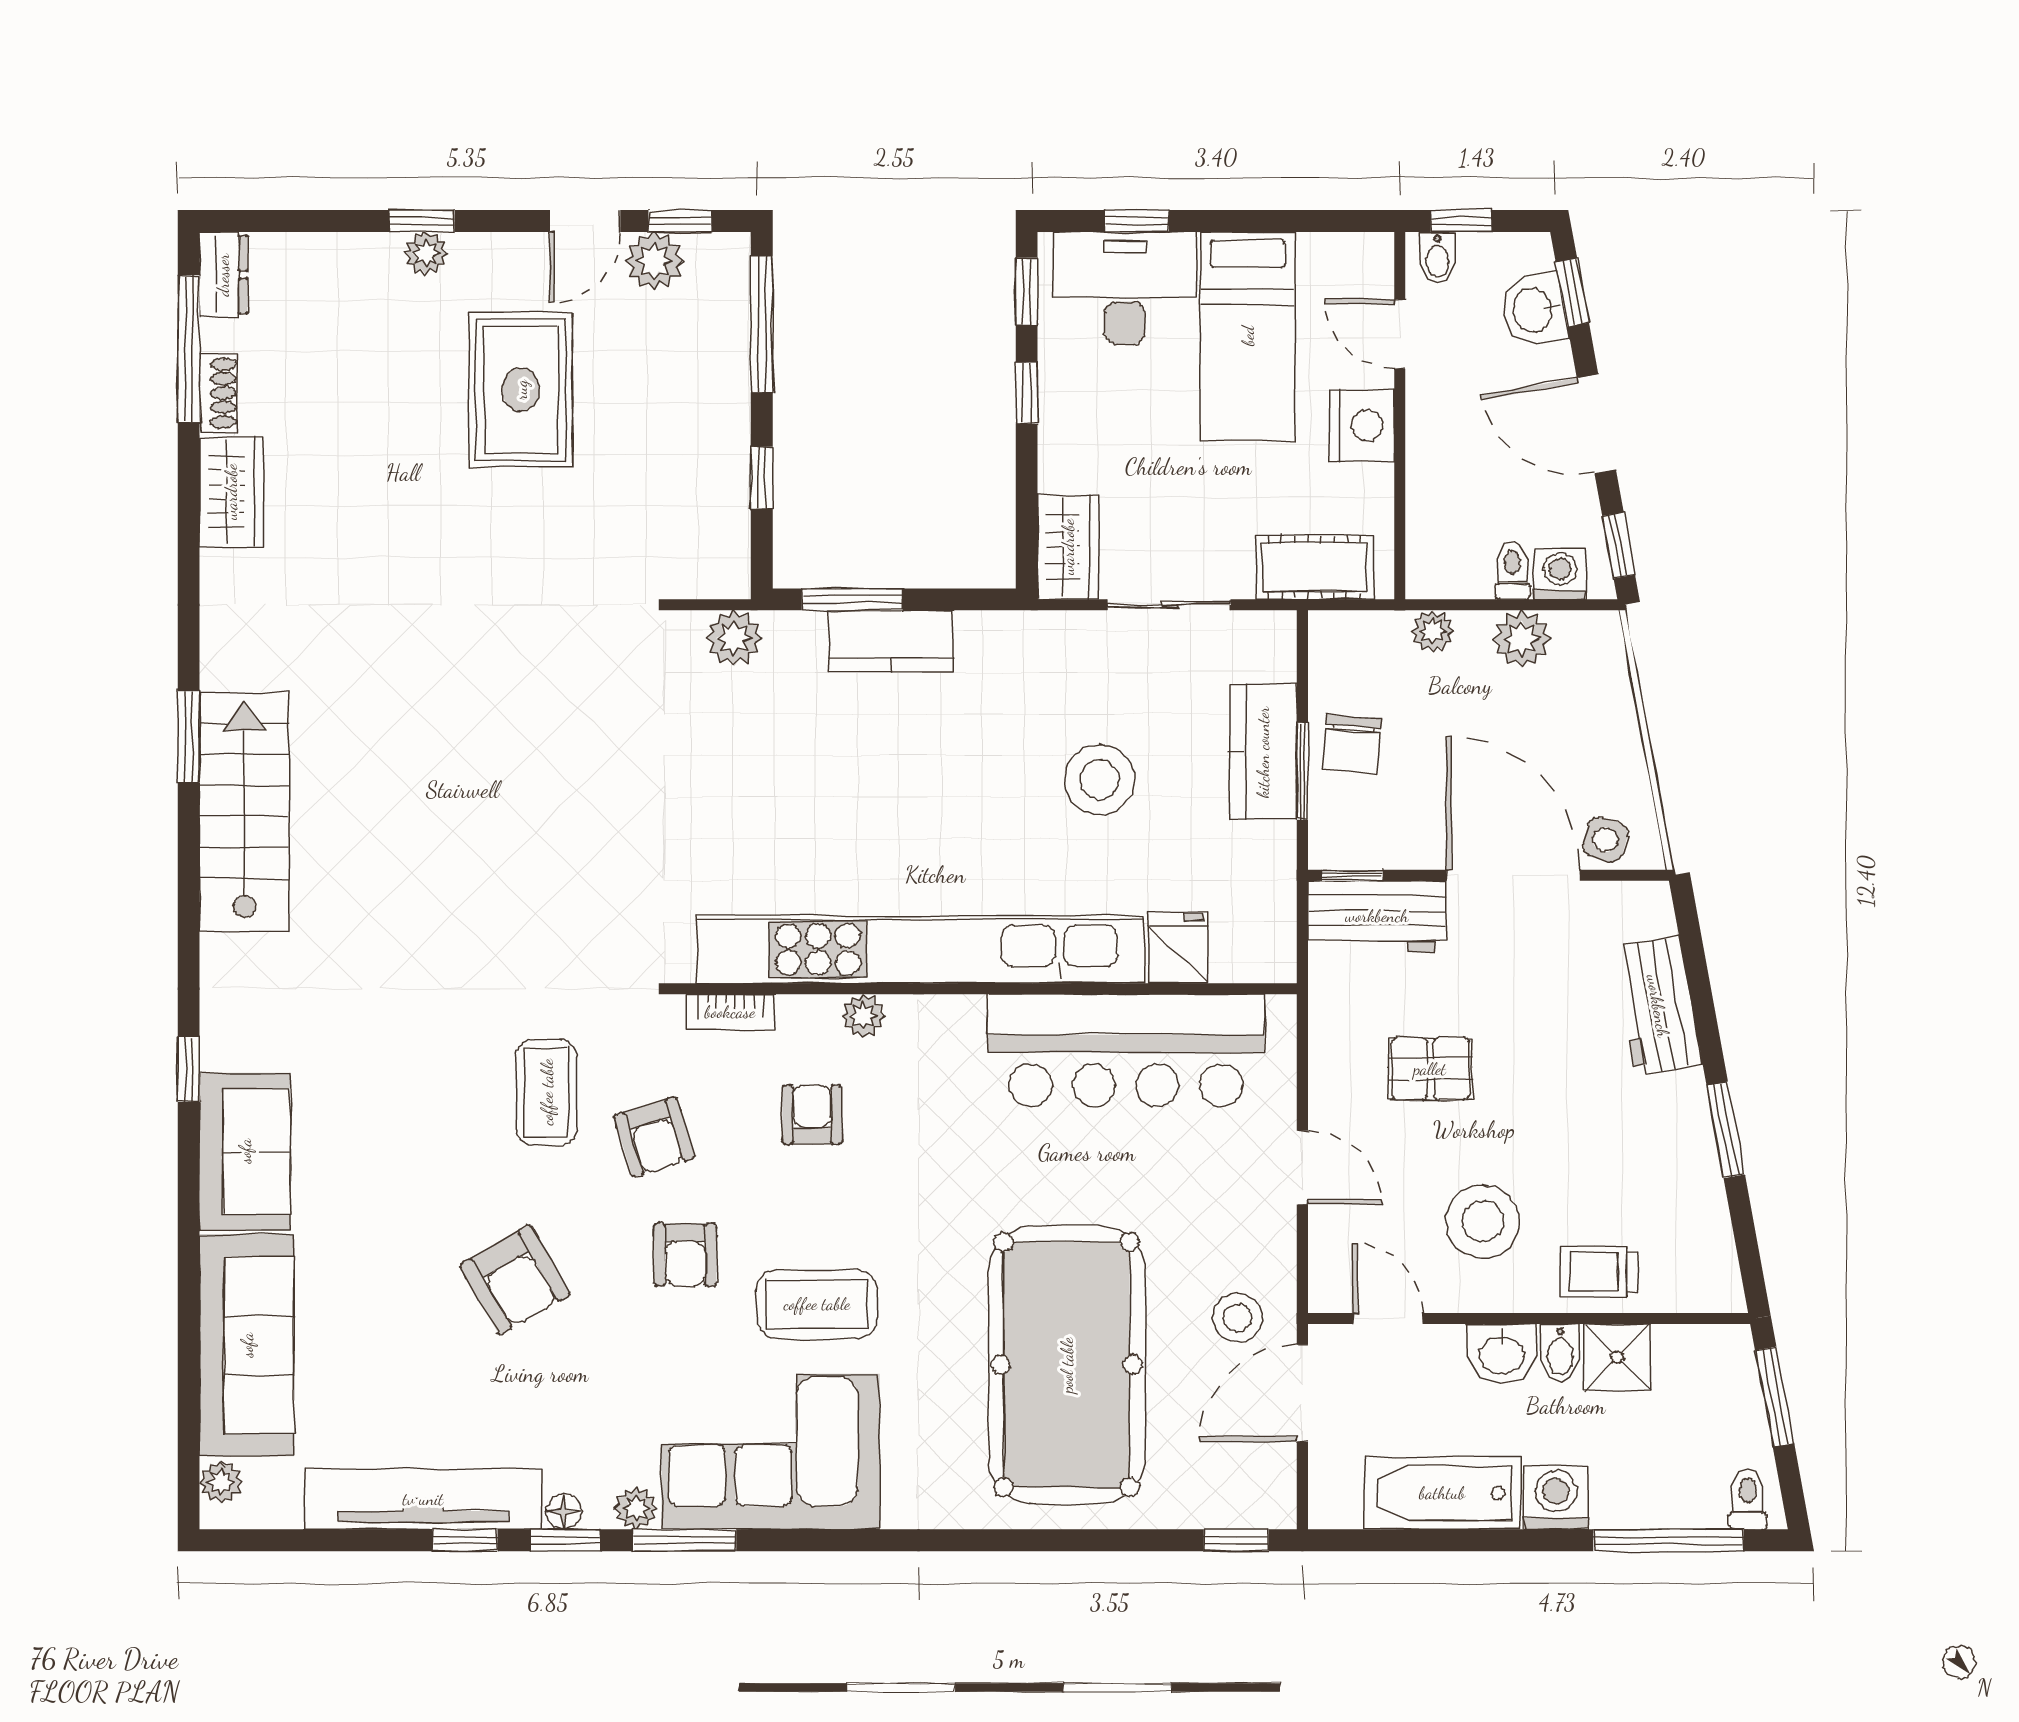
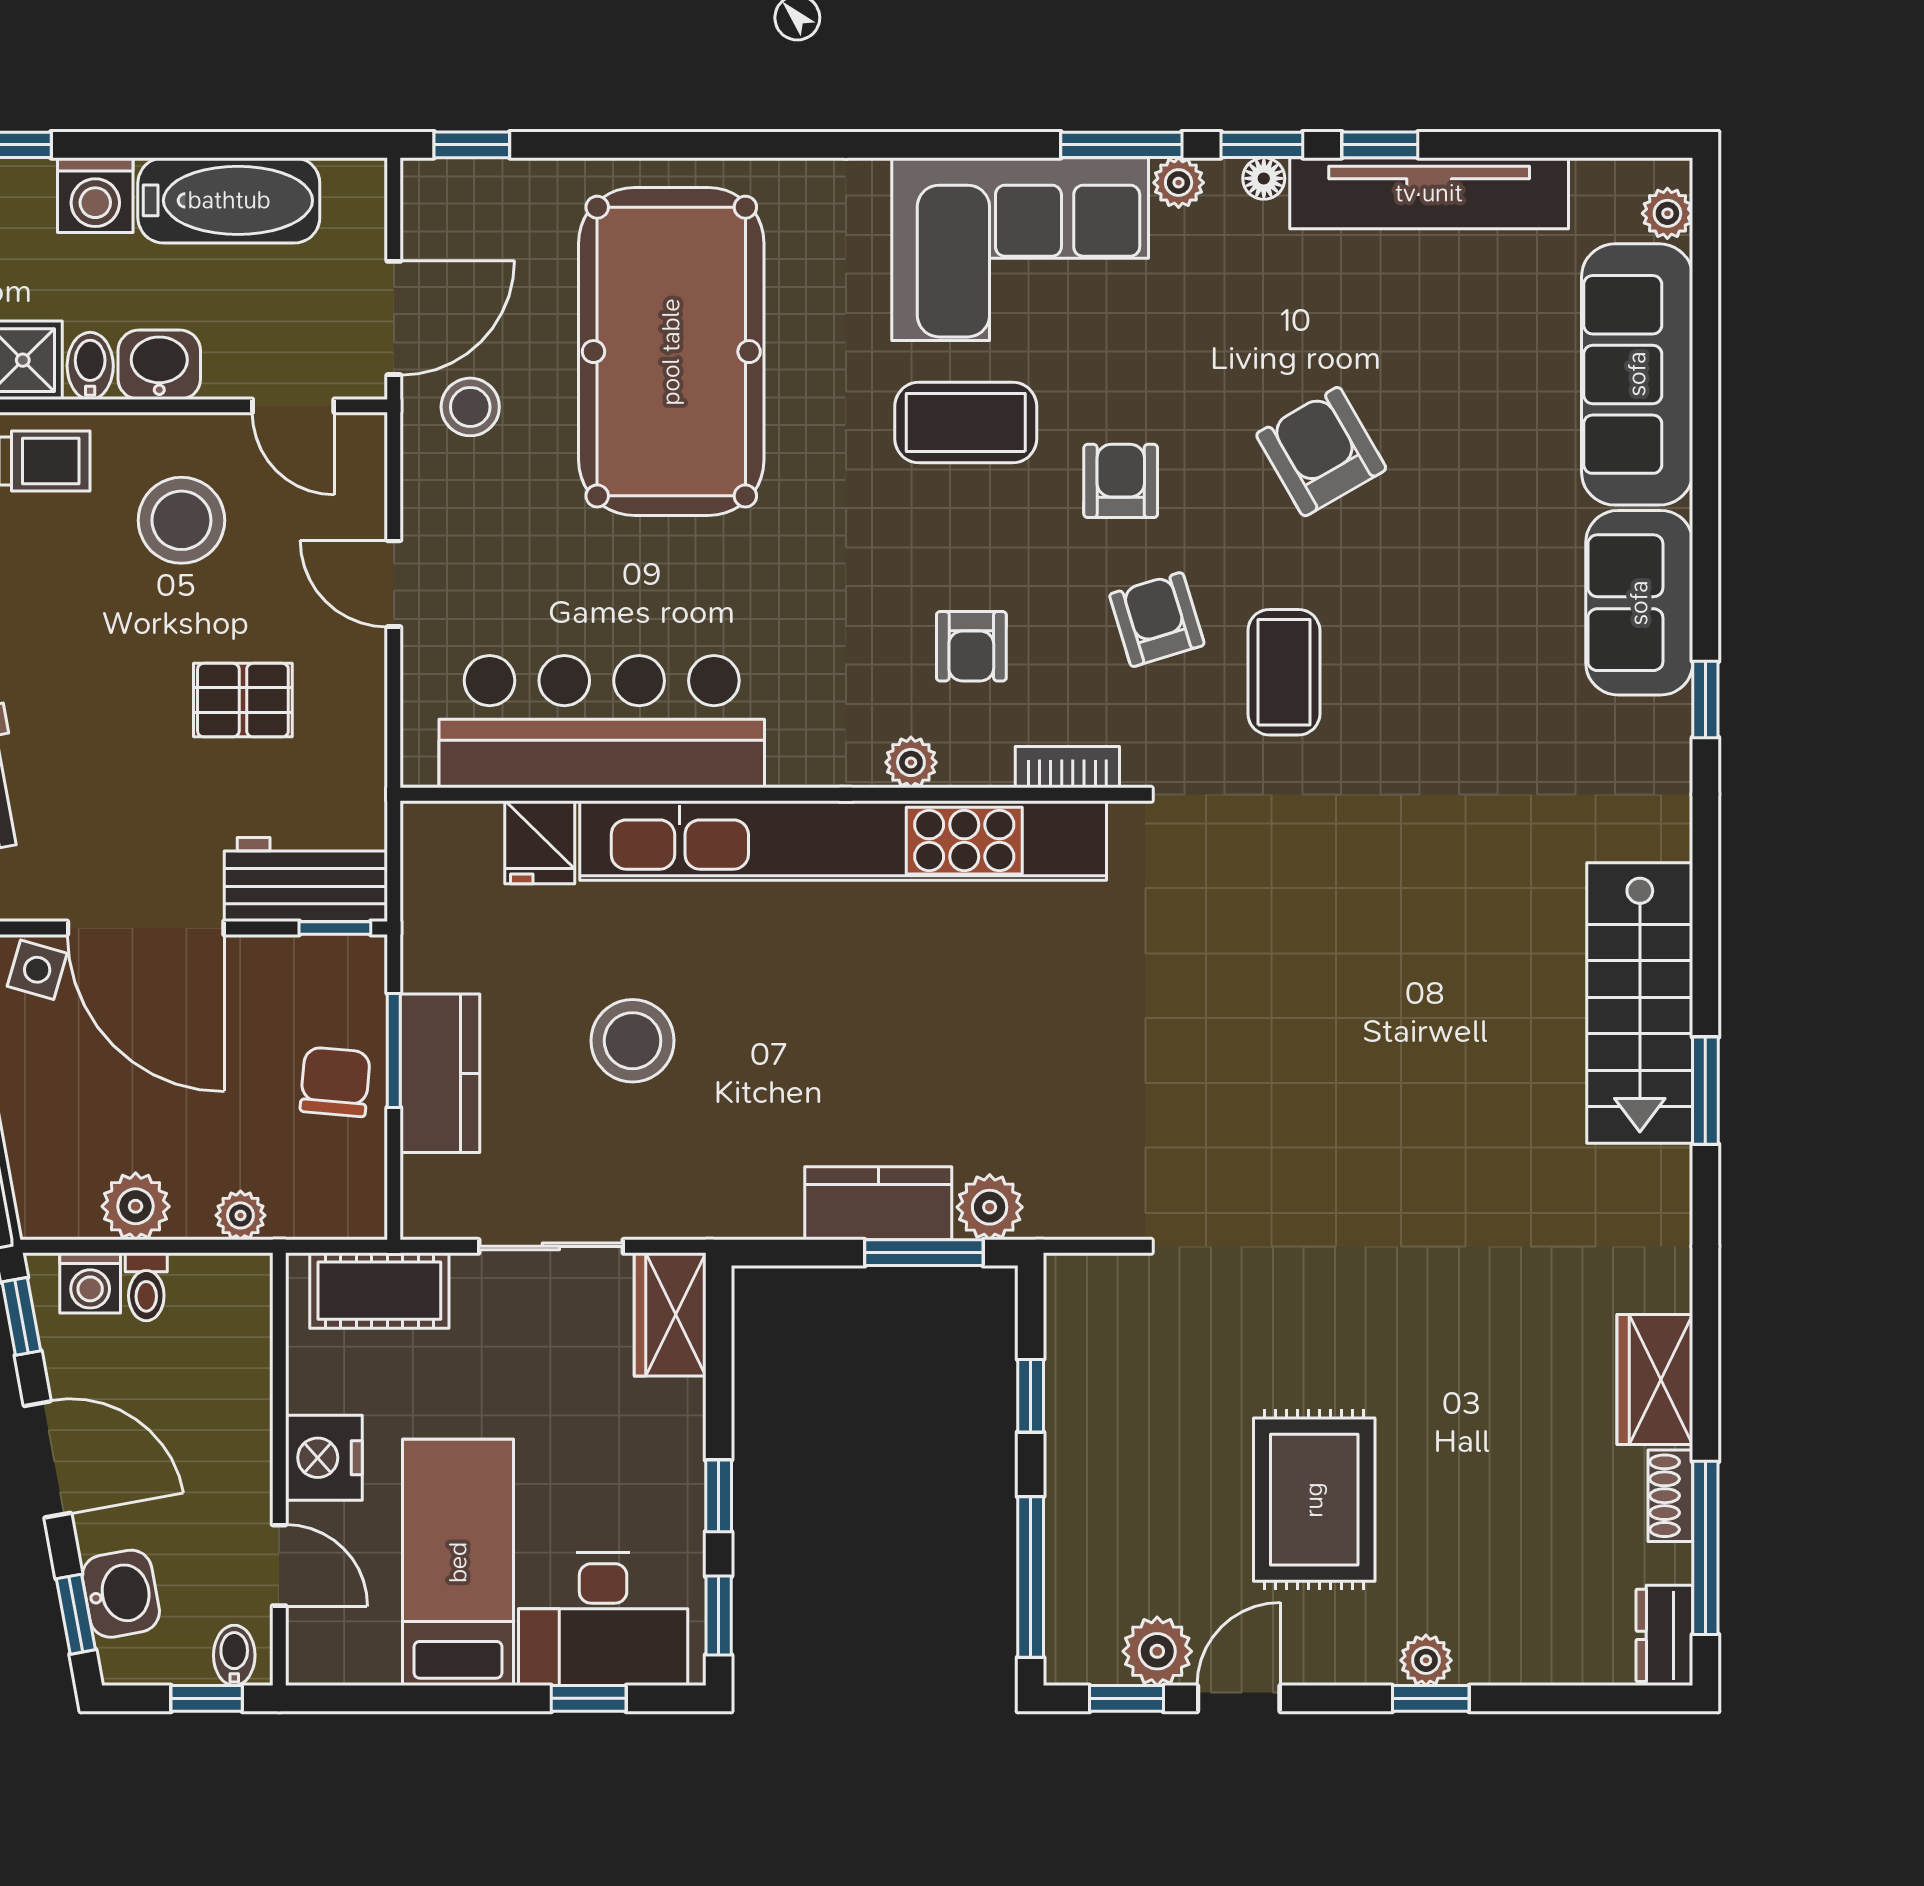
plant: (734, 638) -> (990, 1207), moved

